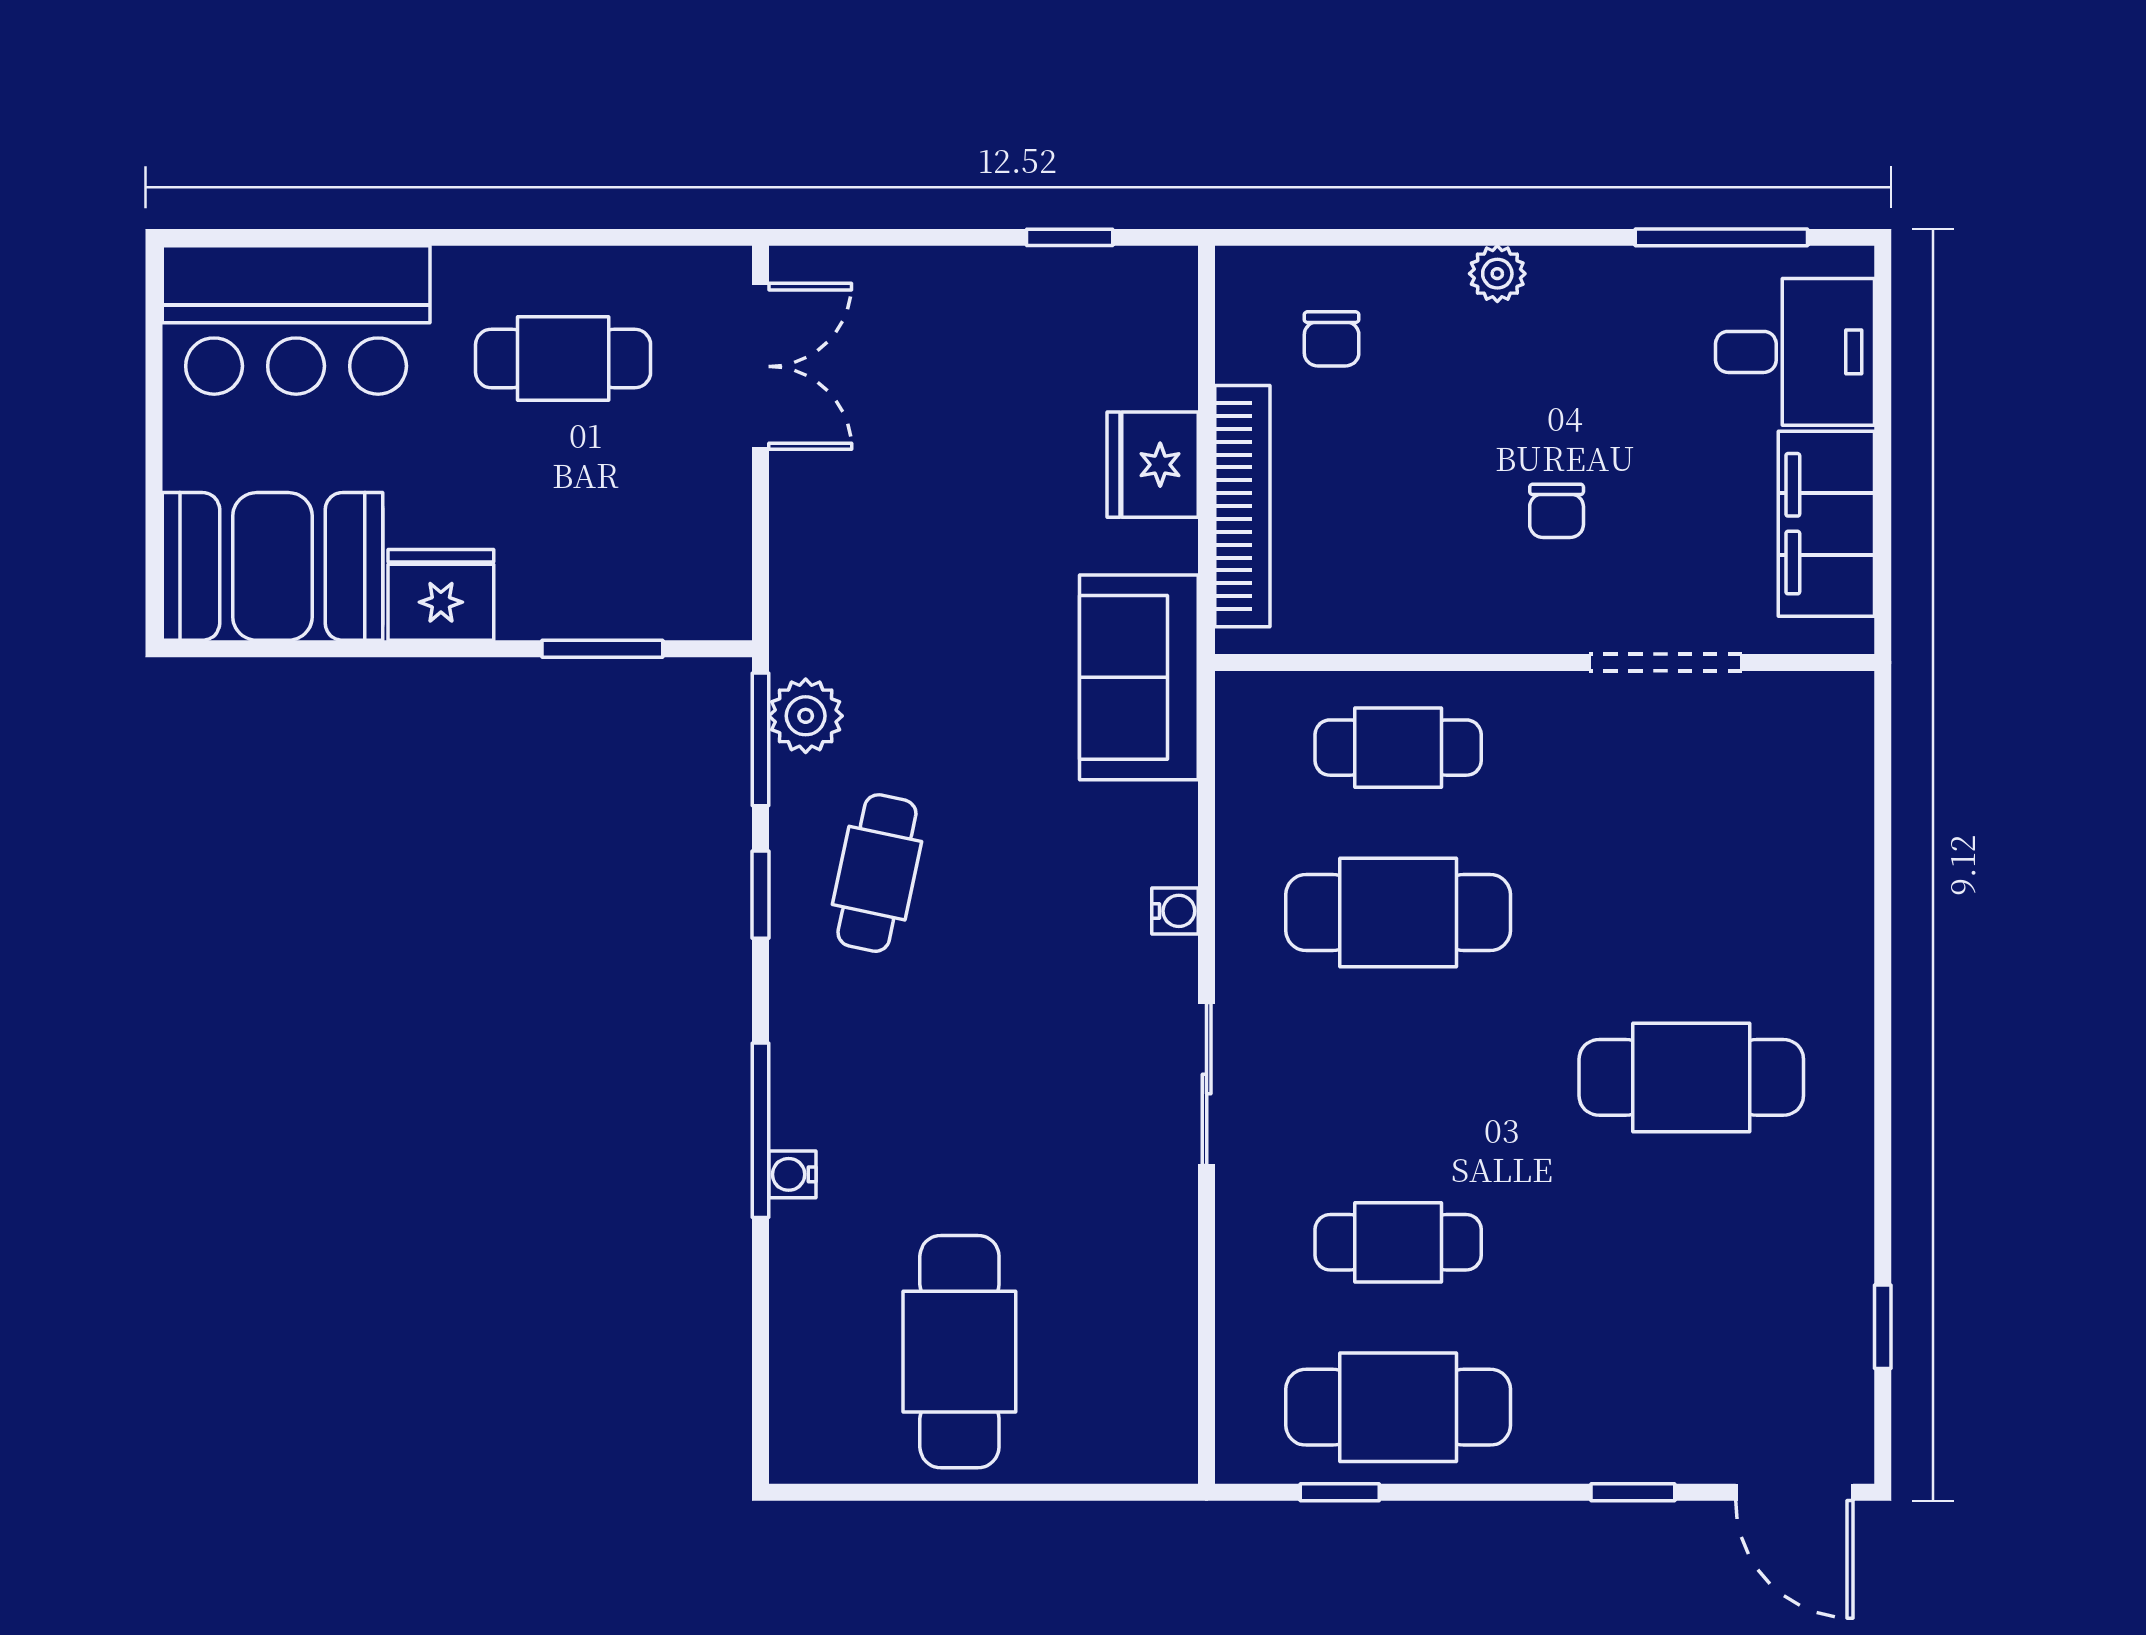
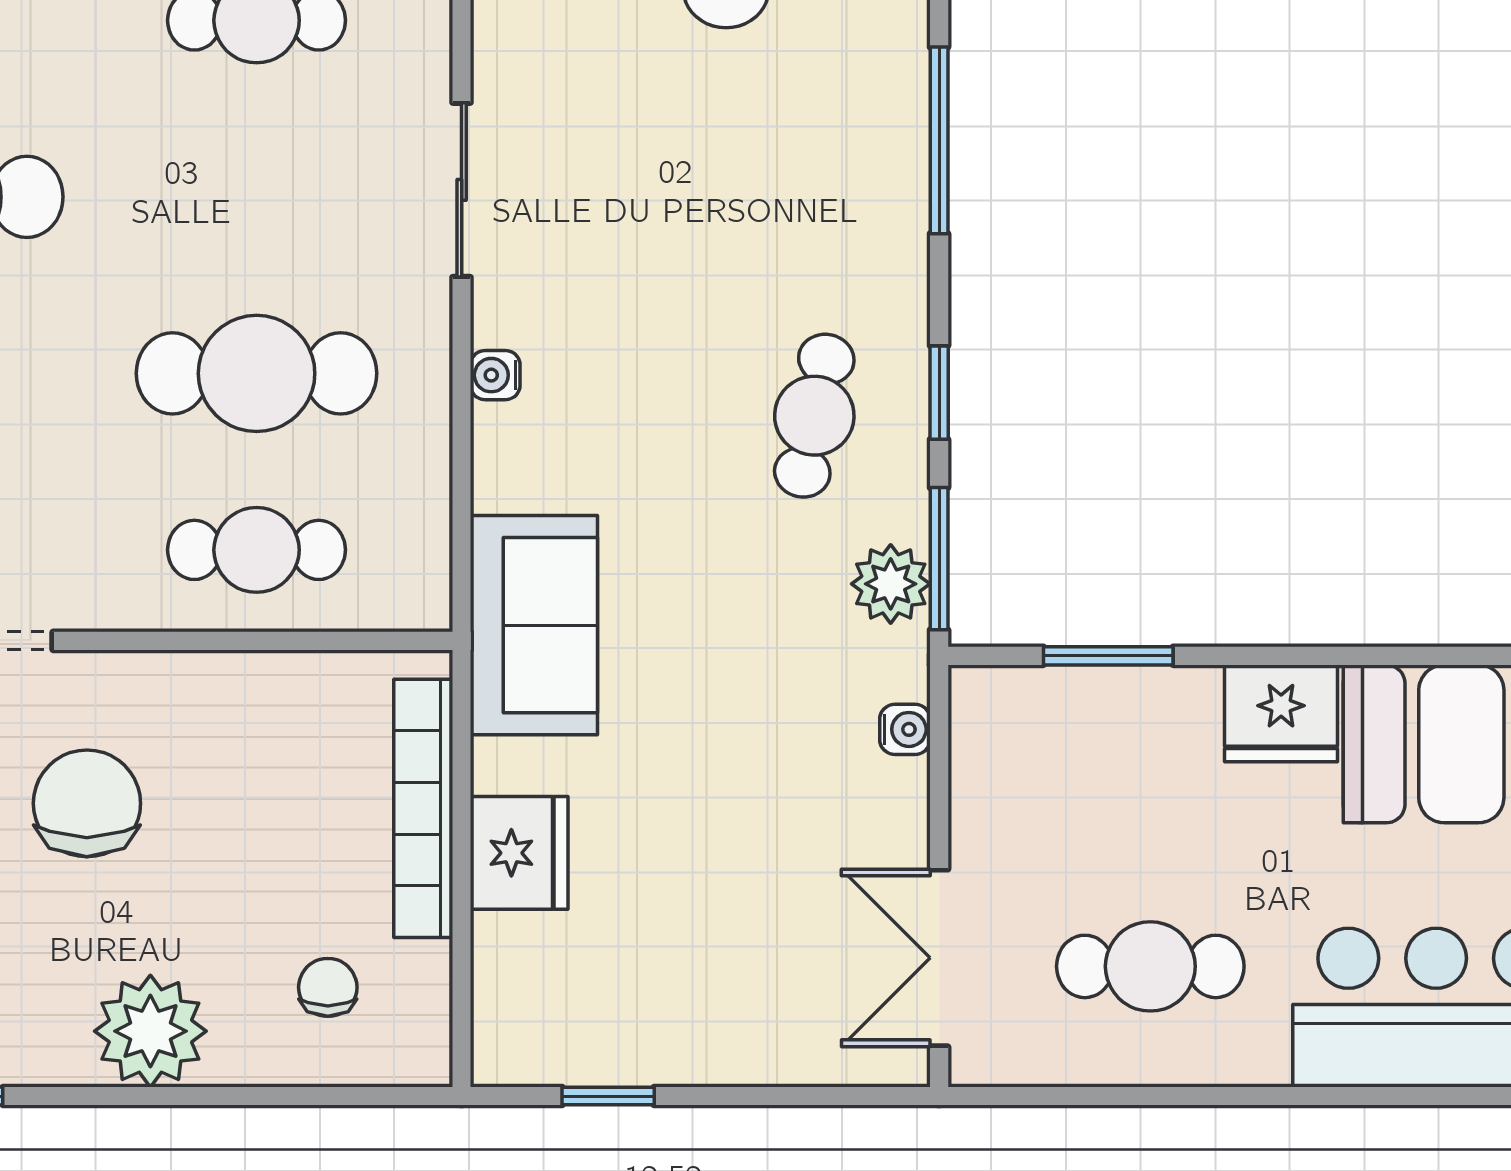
plant: (1497, 274) -> (150, 1031), width x1.88, depth x1.88
chair: (1557, 511) -> (87, 803), width x1.87, depth x1.87
water cooler: (792, 1174) -> (905, 729), moved

